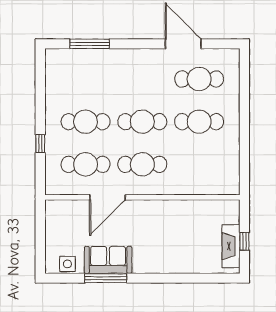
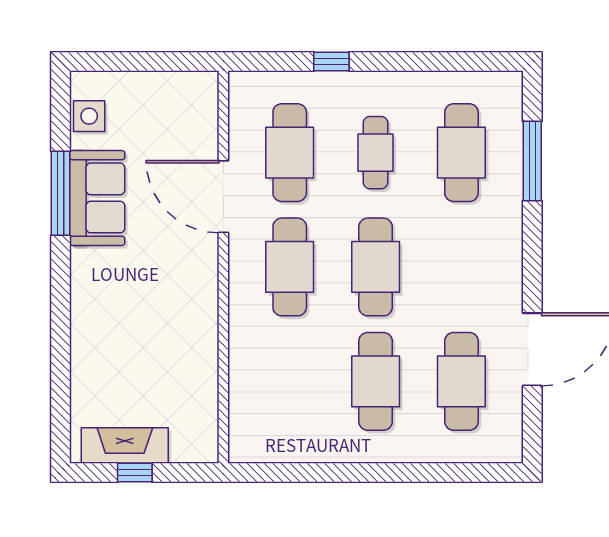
cafe table: (86, 79) -> (461, 153), added
cafe table: (86, 122) -> (376, 153), width x0.73, depth x0.74

